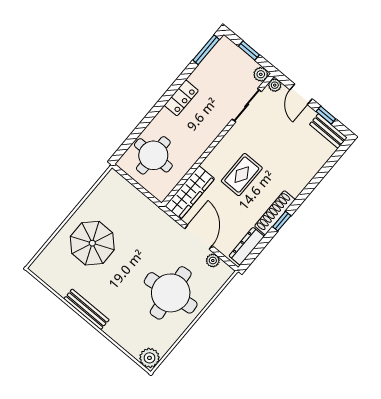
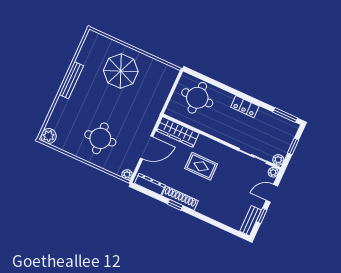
plant: (213, 261) -> (127, 175), moved
round table: (171, 293) -> (100, 138), width x0.73, depth x0.73

